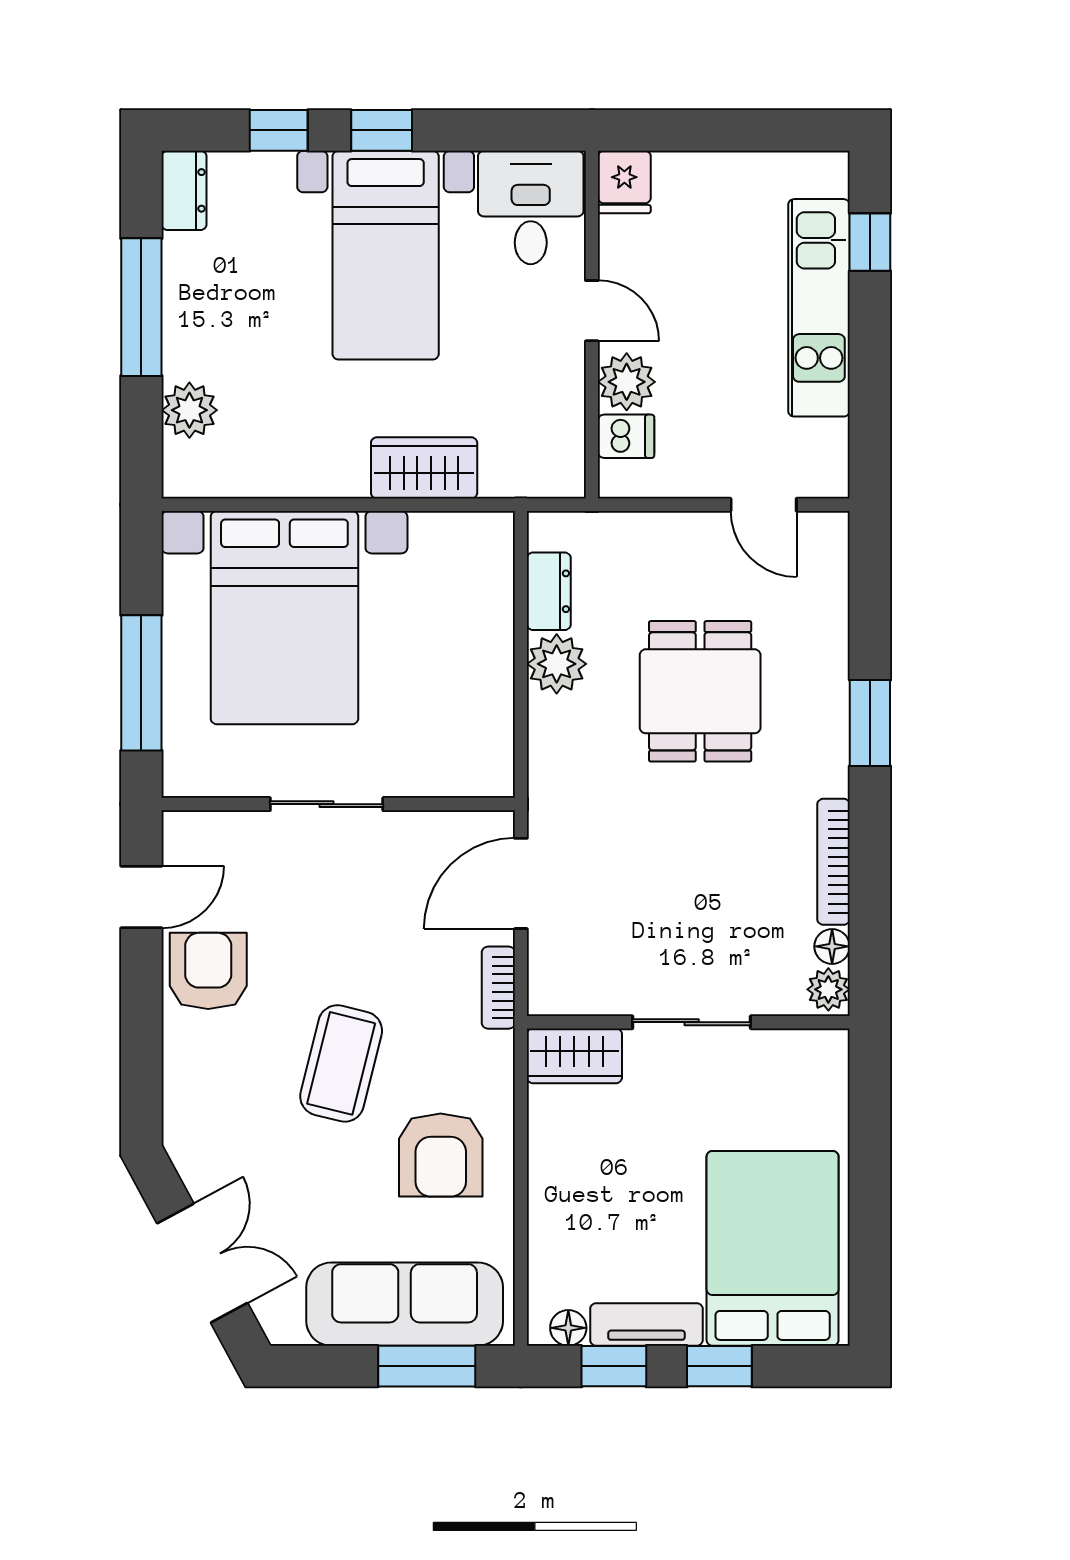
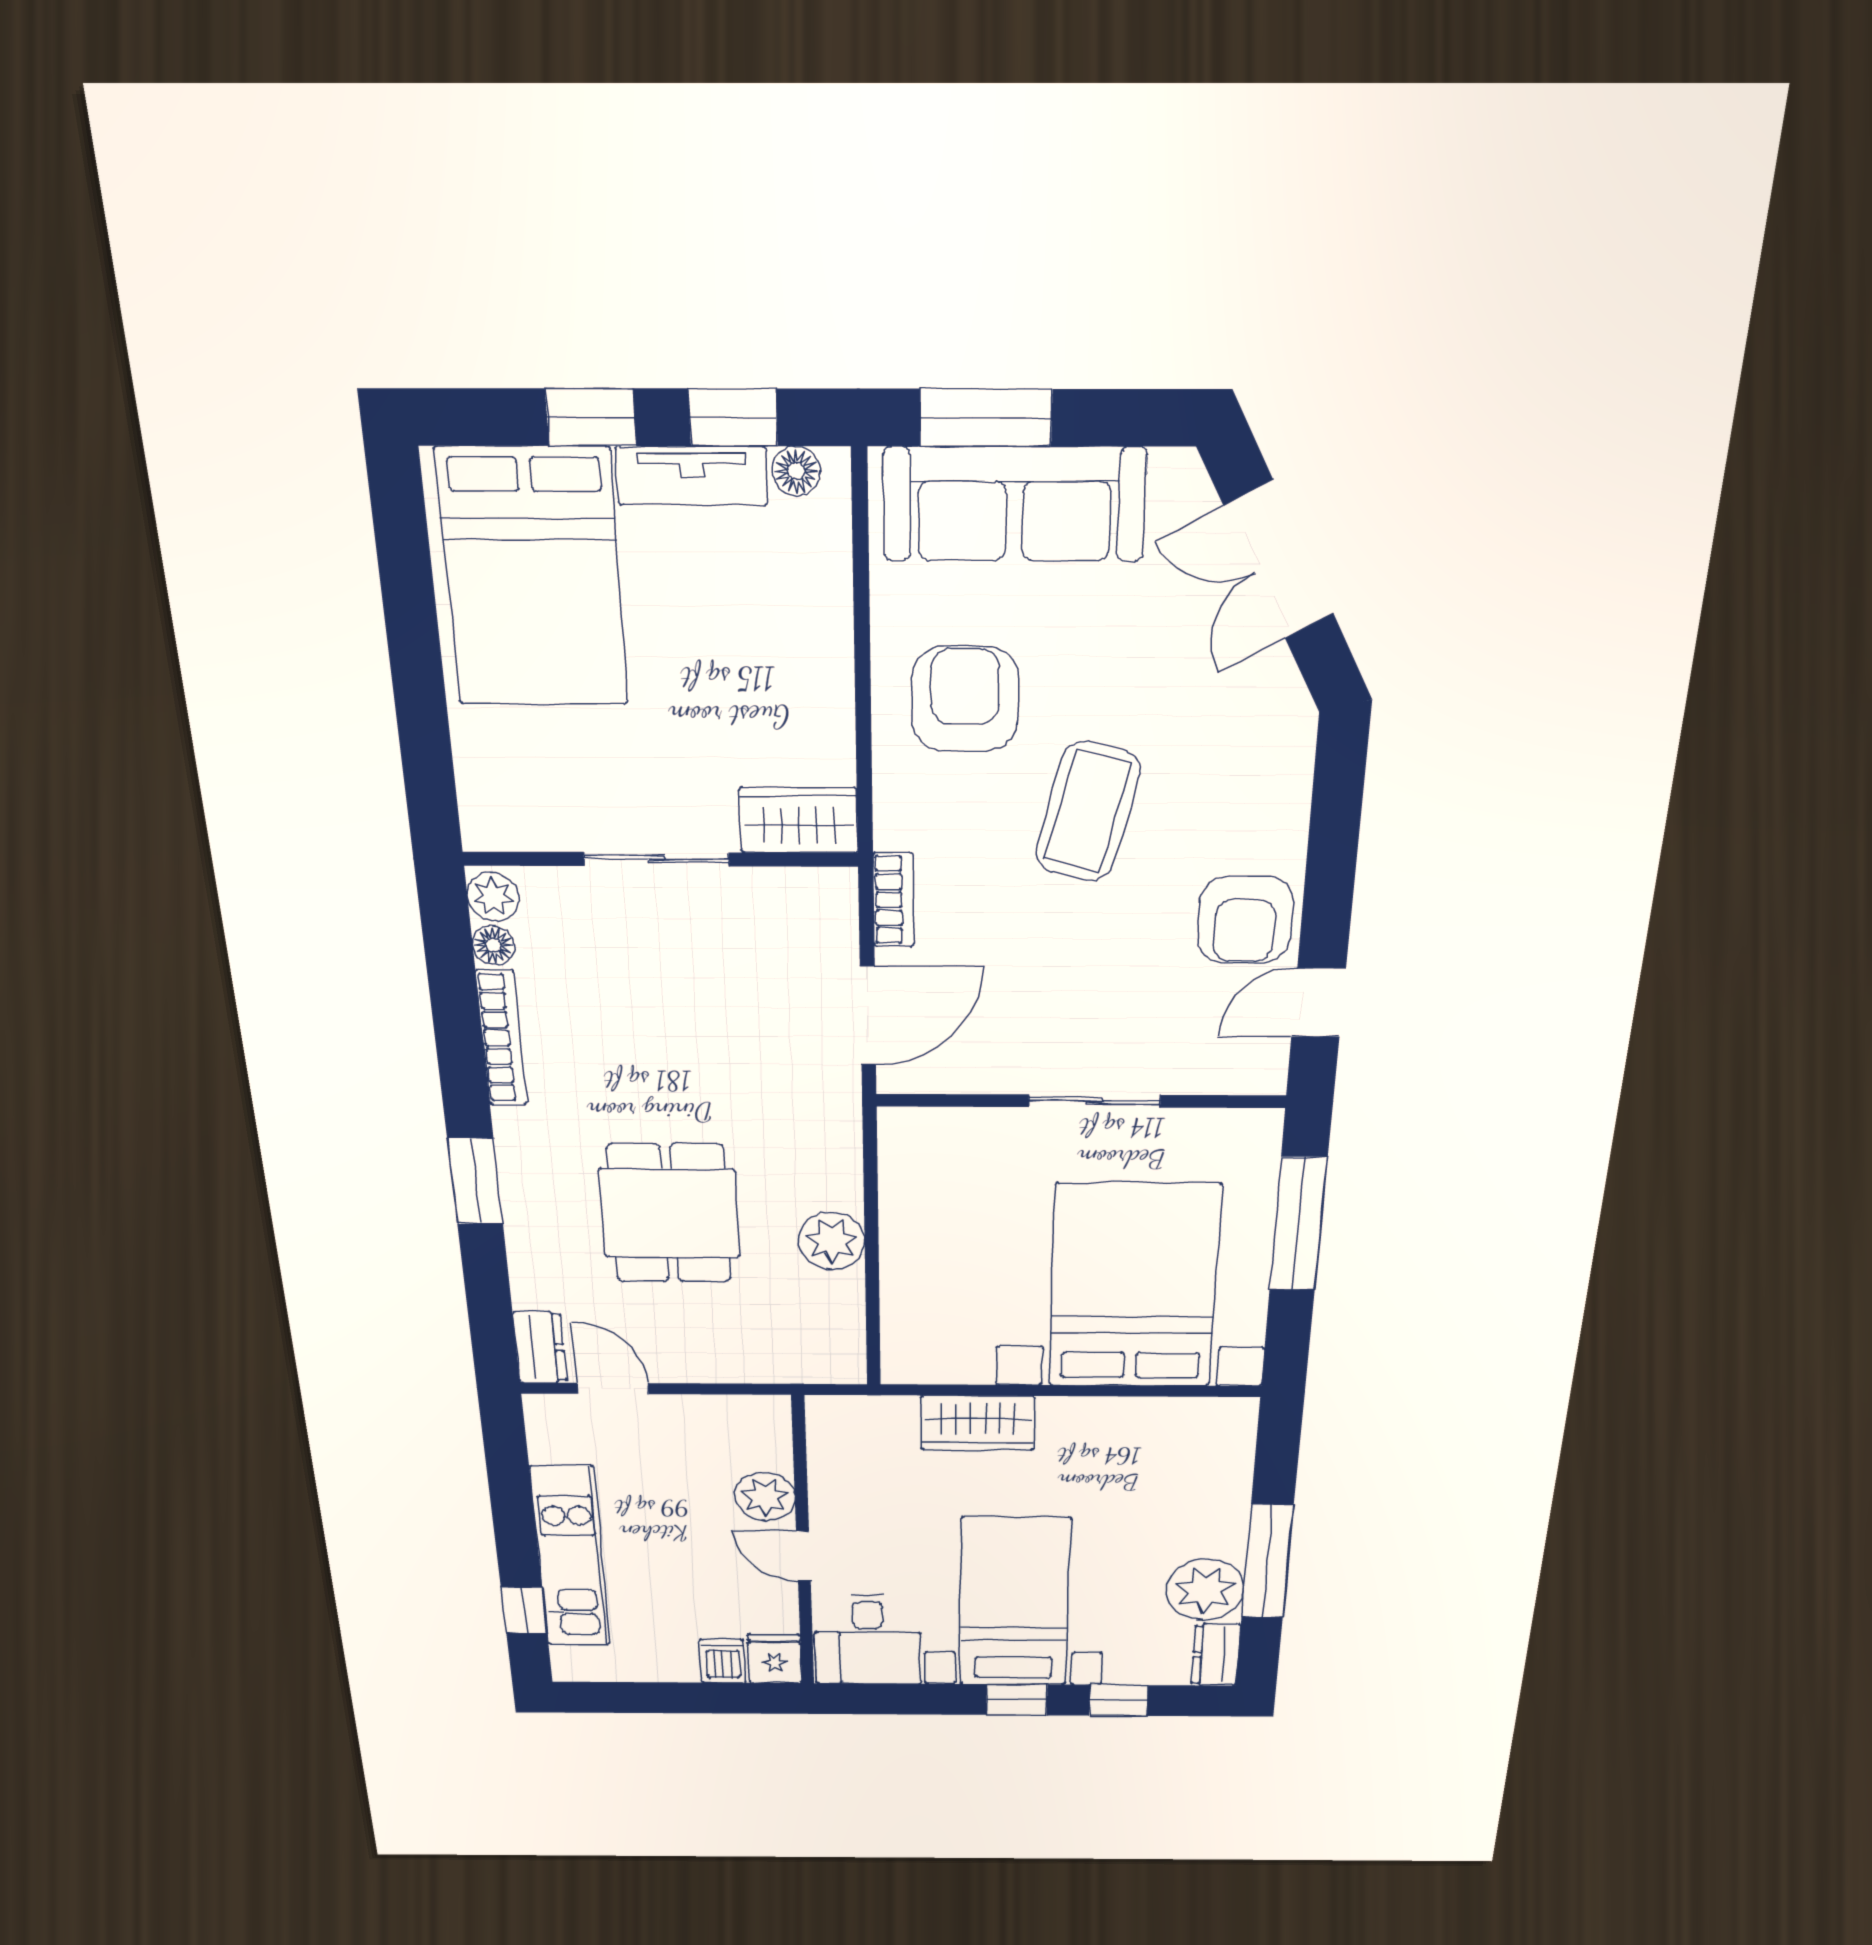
plant: (189, 410) -> (1205, 1590), moved, width x1.36, depth x1.36
dishwasher: (626, 436) -> (723, 1661), moved, turned 90
dresser: (549, 591) -> (540, 1347), moved, turned 180

